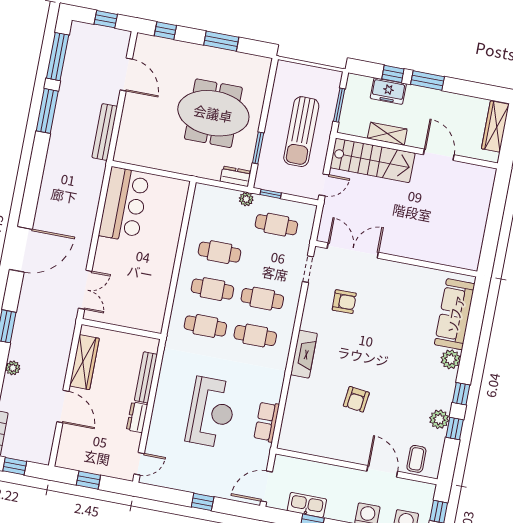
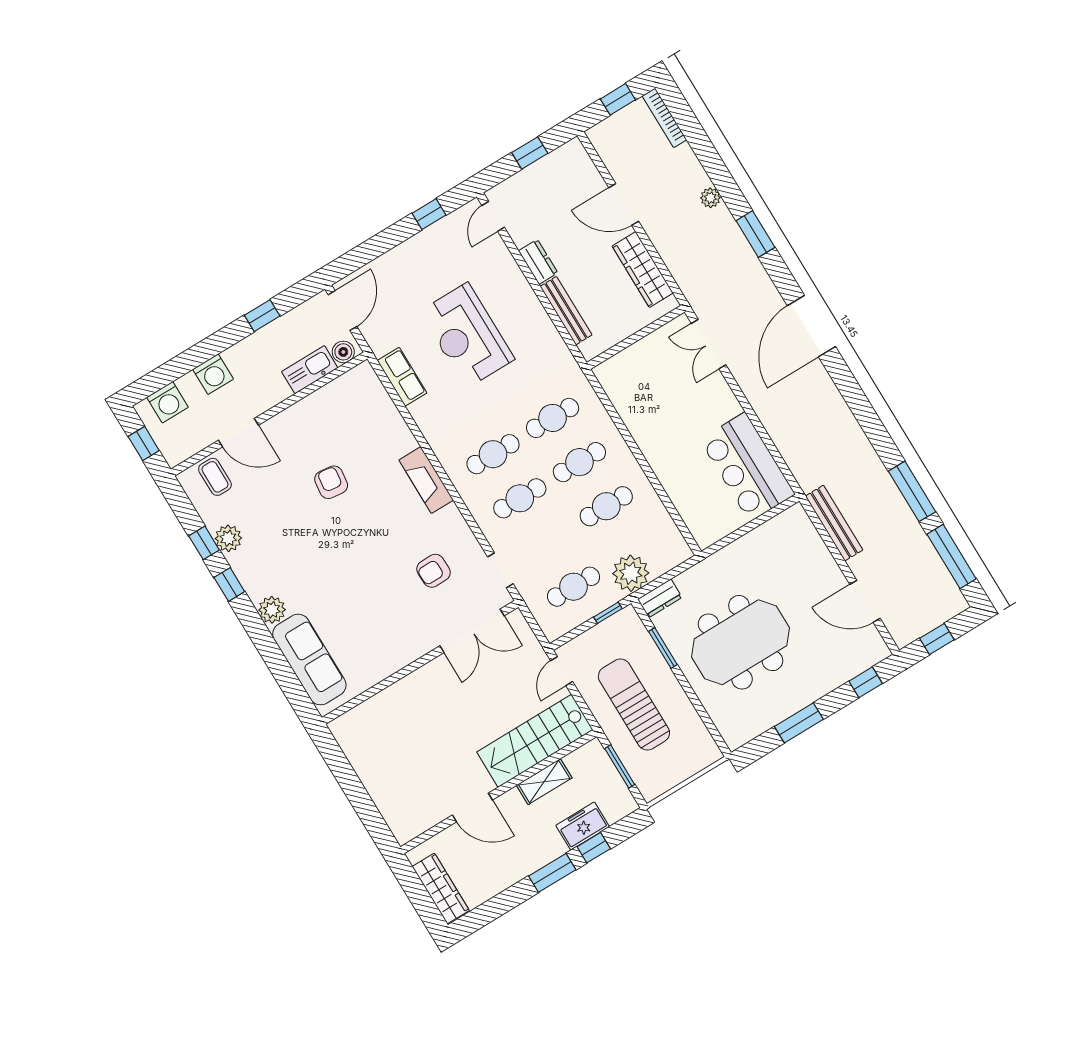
plant: (246, 199) -> (631, 573), width x1.88, depth x1.88
boiler: (286, 464) -> (343, 352), added
window: (203, 502) -> (429, 214), moved
kitchen sink: (307, 505) -> (310, 370), moved, turned 180

